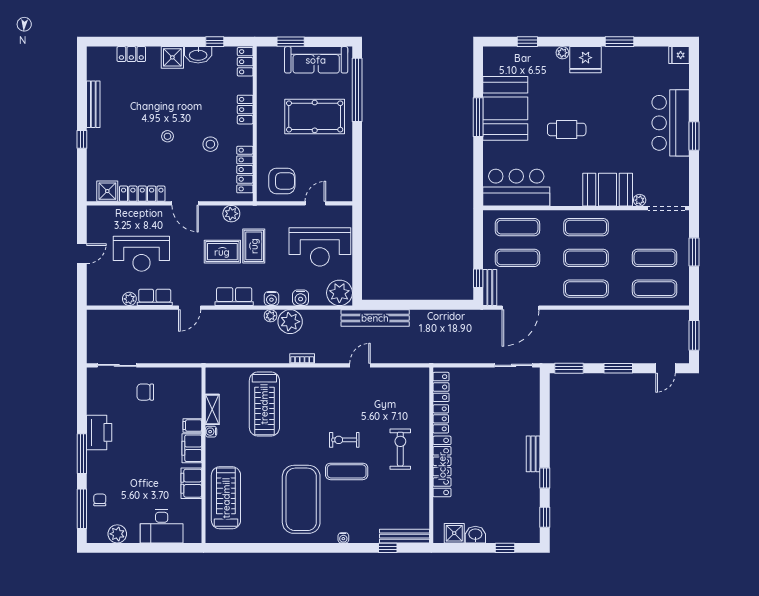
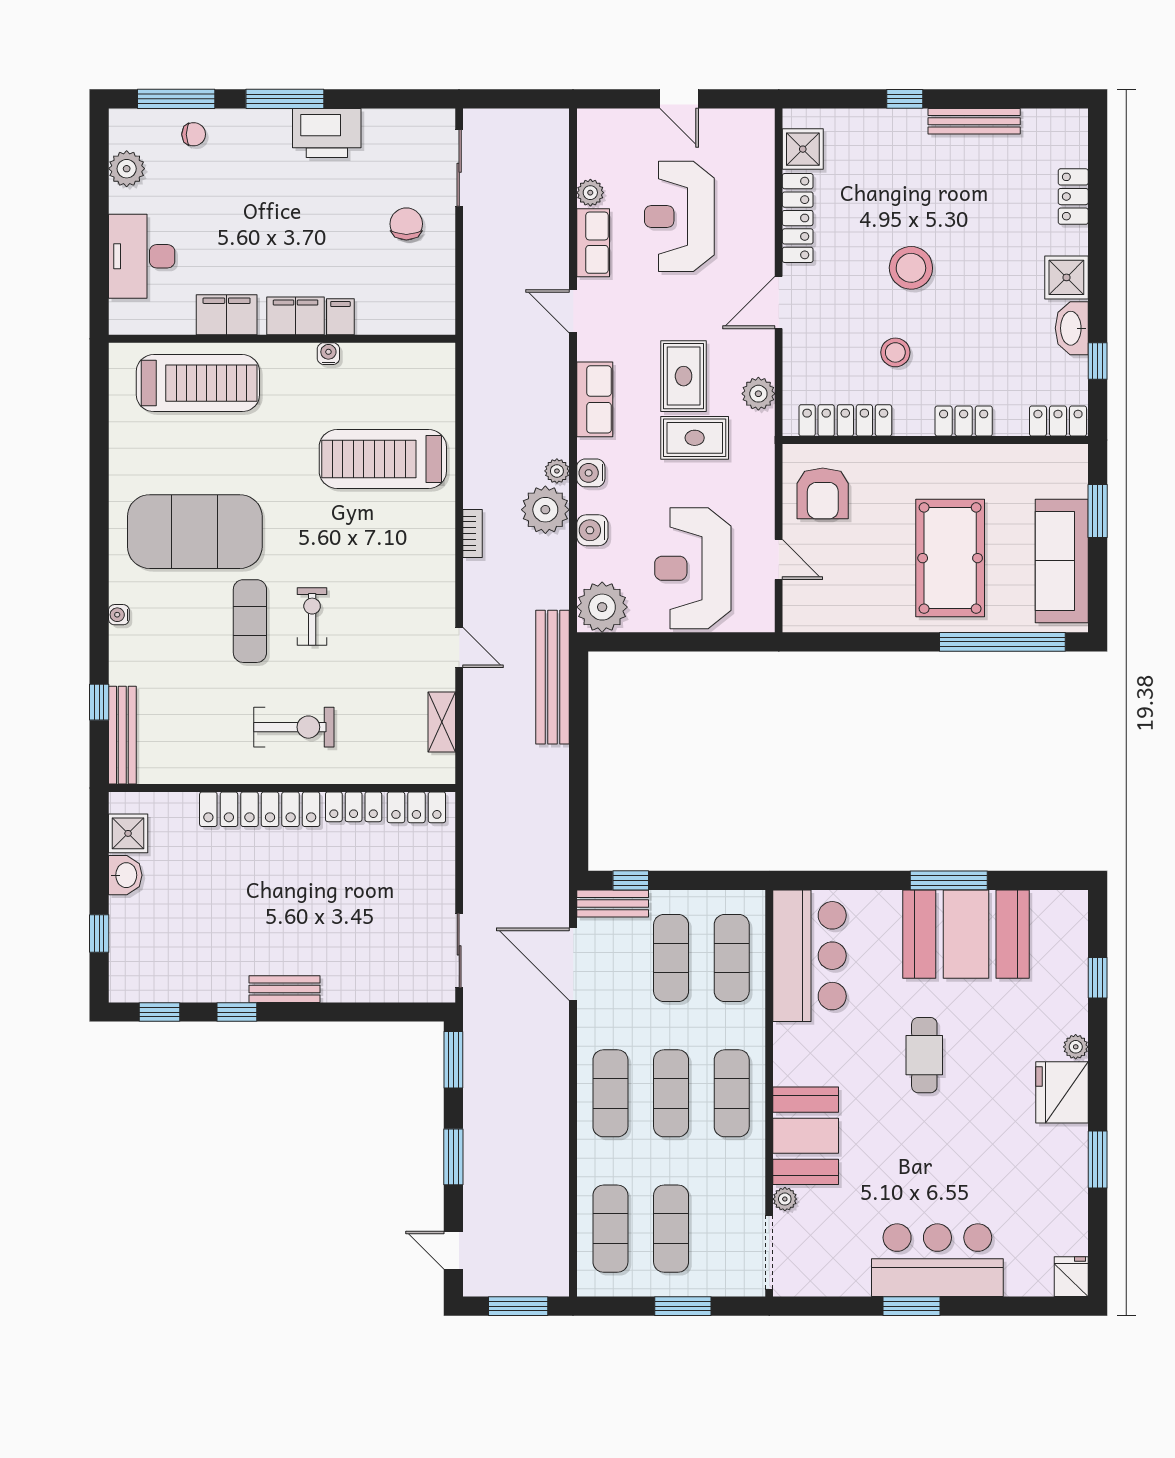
stool: (168, 136) -> (911, 268), width x1.89, depth x1.89
shelving: (212, 409) -> (442, 722), moved, turned 90

